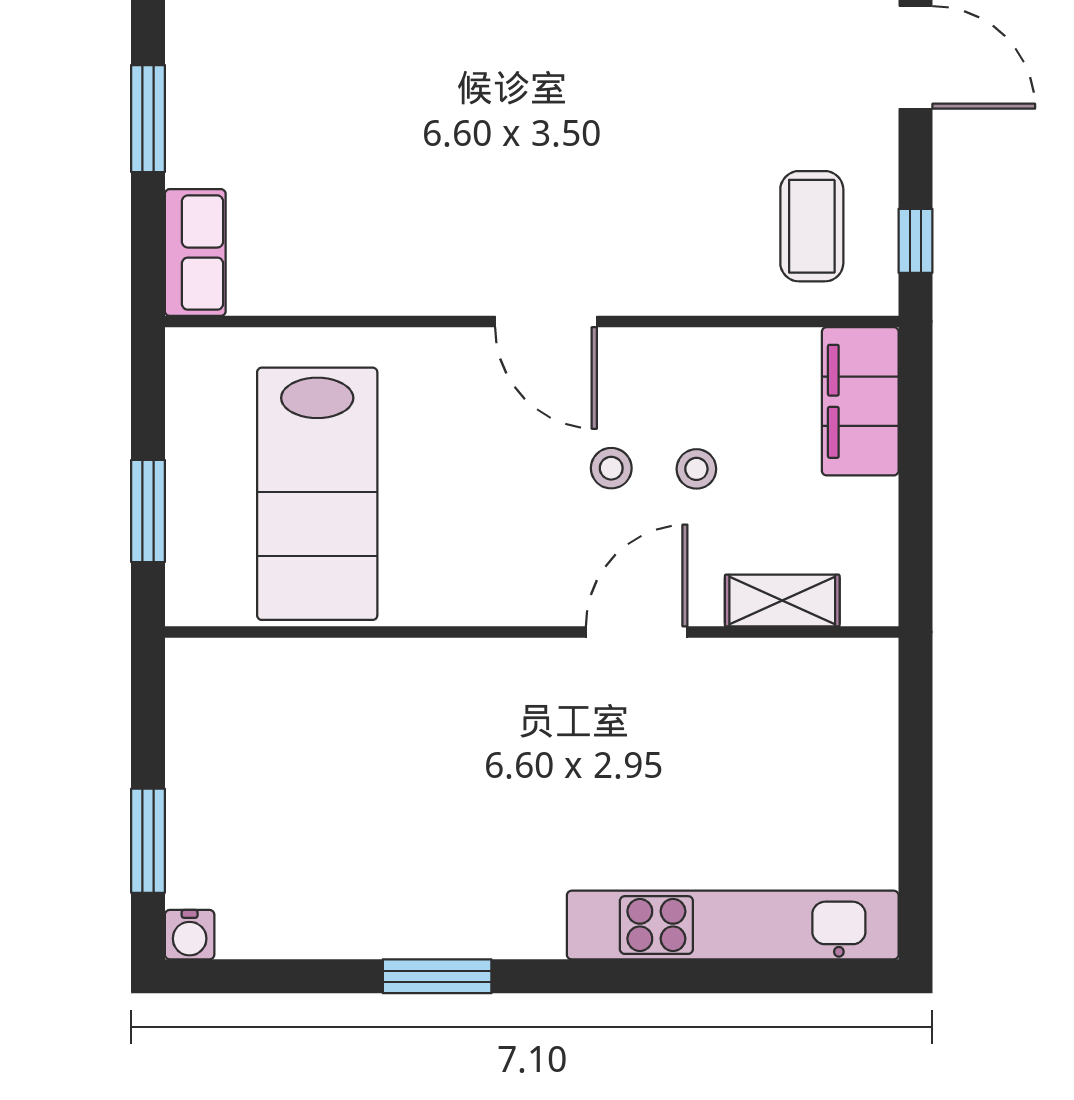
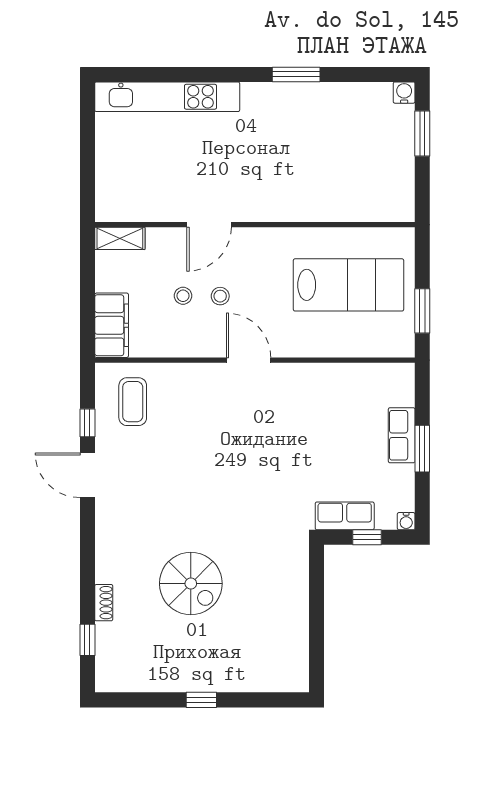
window: (916, 241) -> (87, 423), moved
row of seats: (195, 253) -> (402, 435), moved
lab bench: (317, 494) -> (348, 285), turned 90
window: (148, 511) -> (422, 311), moved
shelving: (782, 601) -> (120, 238), moved

